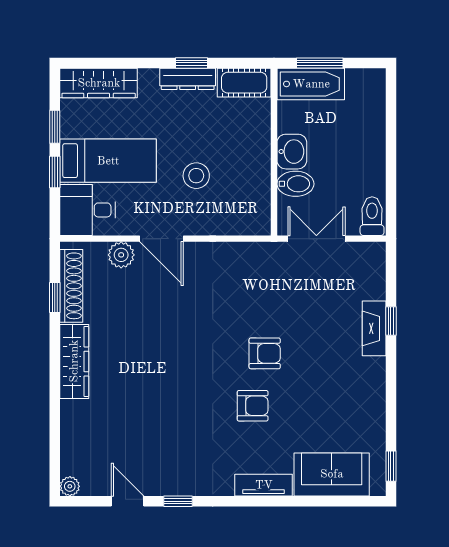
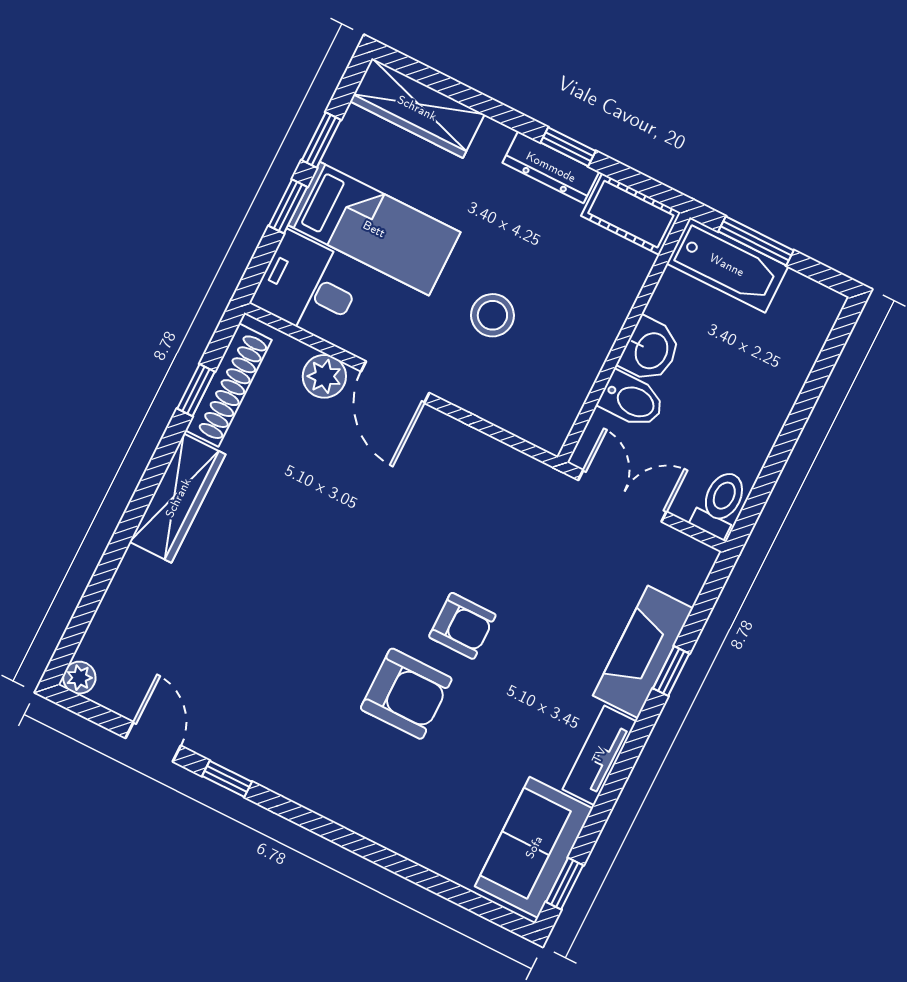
fireplace: (374, 328) -> (643, 652), width x1.37, depth x1.32
armchair: (253, 406) -> (406, 694), width x1.38, depth x1.38
sofa: (332, 474) -> (534, 847), moved, turned -90
tv unit: (264, 485) -> (599, 755), moved, turned -90

